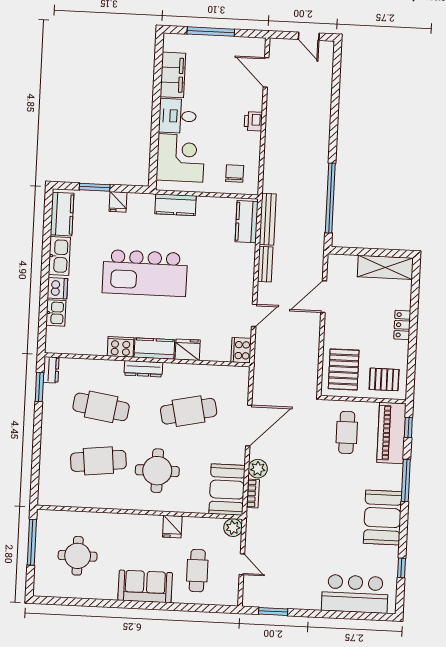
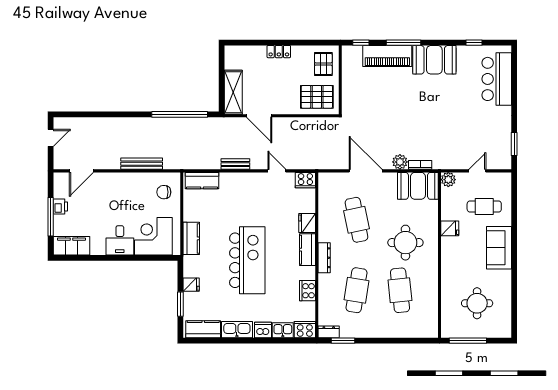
filing cabinet: (173, 75) -> (71, 246), moved
printer: (253, 121) -> (60, 207), moved, turned -90
bench: (268, 219) -> (142, 164), moved
shelving: (385, 267) -> (233, 92), moved
cooker: (55, 340) -> (305, 330), added
cooker: (121, 347) -> (308, 291), moved
cafe table: (347, 432) -> (367, 92), removed
piano: (391, 433) -> (387, 56), moved

